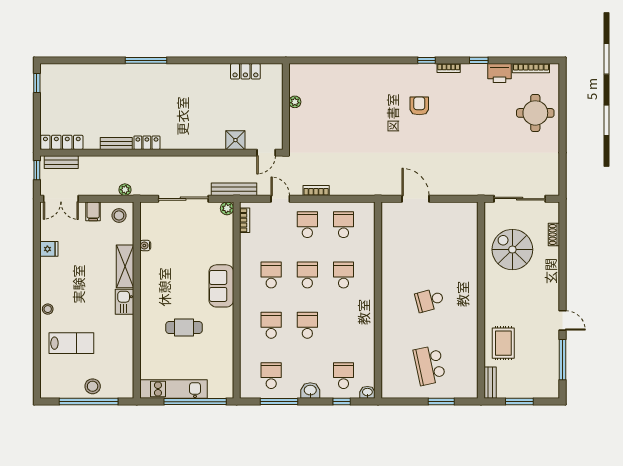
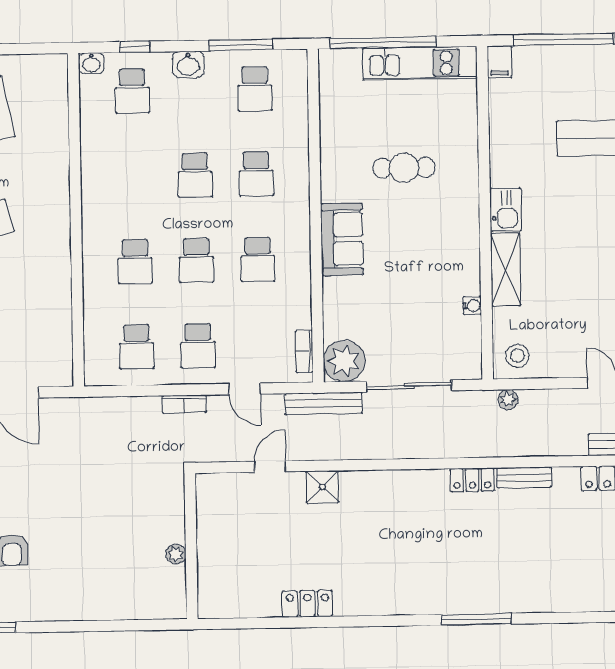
plant: (295, 102) -> (176, 554), moved
wall: (286, 106) -> (191, 546), moved
plant: (227, 208) -> (344, 361), width x1.88, depth x1.88
filing cabinet: (93, 211) -> (499, 62), moved, turned 180
stool: (93, 386) -> (557, 65), removed

